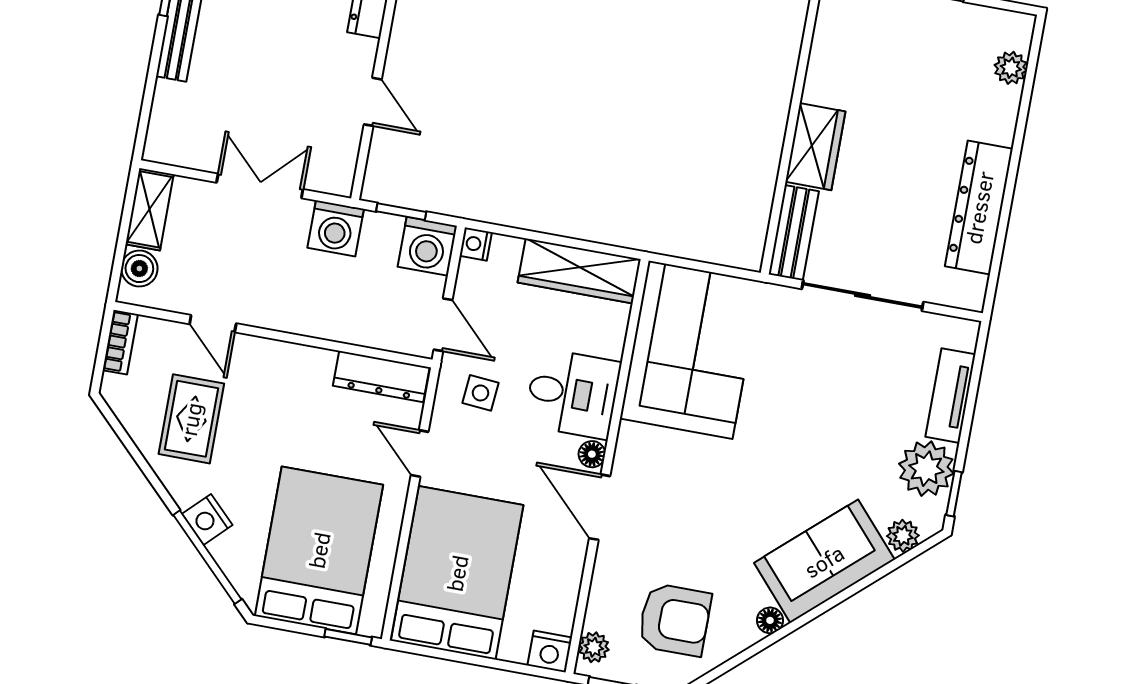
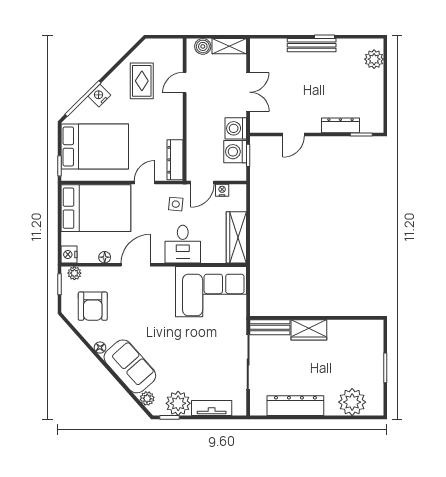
plant: (1011, 68) -> (352, 402), width x1.88, depth x1.88
nightstand: (476, 244) -> (222, 190), moved
washing machine: (427, 246) -> (235, 152), moved
bookcase: (120, 342) -> (169, 44), removed
rug: (191, 419) -> (142, 81), turned 90
floor lamp: (592, 454) -> (105, 257), moved

